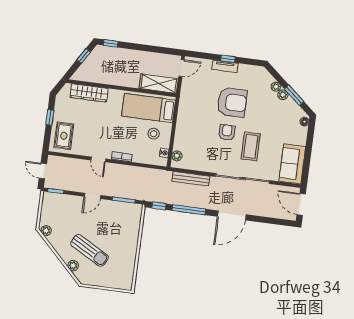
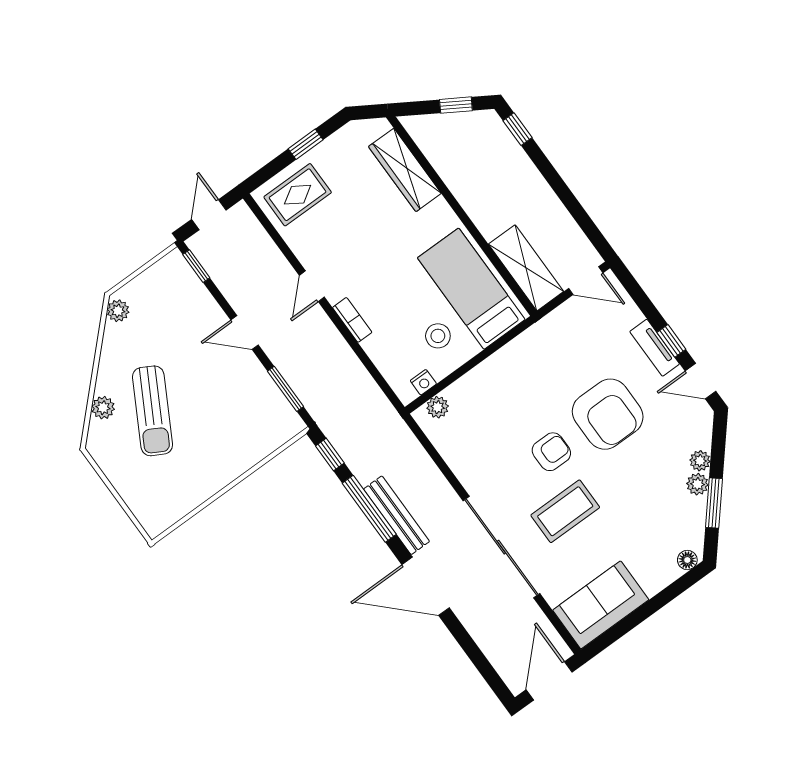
door: (250, 62) -> (701, 381), added
bench: (191, 179) -> (396, 515), moved

